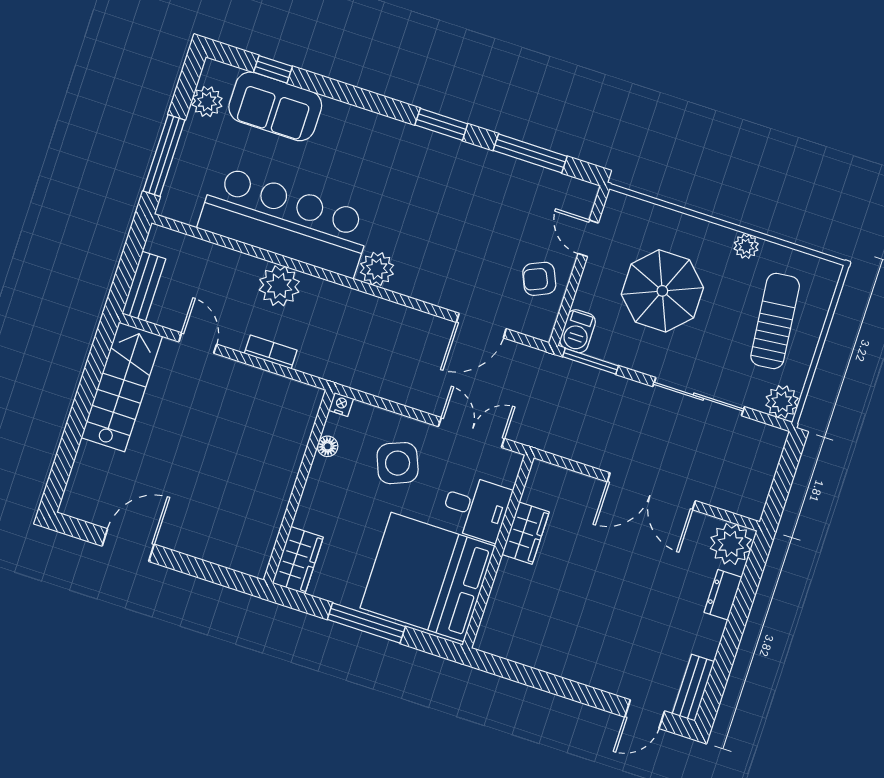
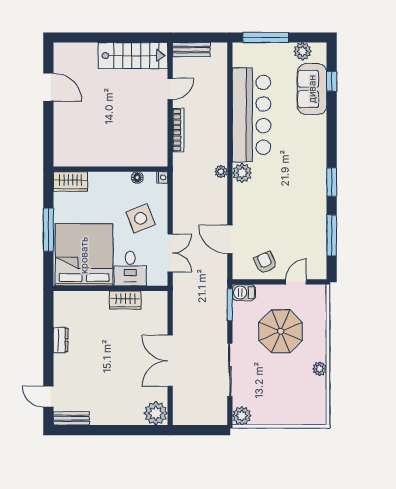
plant: (279, 286) -> (221, 172), moved, width x0.53, depth x0.53
sun lounger: (775, 321) -> (284, 398), removed
bookcase: (271, 352) -> (178, 130), width x1.56
dresser: (723, 595) -> (61, 340), moved, turned 90

